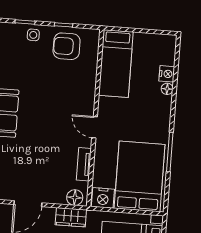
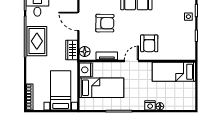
armchair: (67, 46) -> (149, 43), moved, turned 180
nightstand: (167, 74) -> (150, 105), moved
armchair: (34, 163) -> (105, 23), added
bed: (140, 176) -> (102, 88), width x0.67

